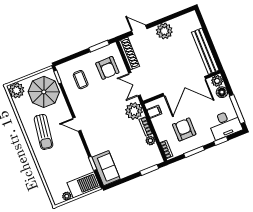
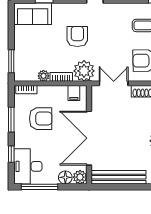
armchair: (110, 127) -> (77, 36), added

